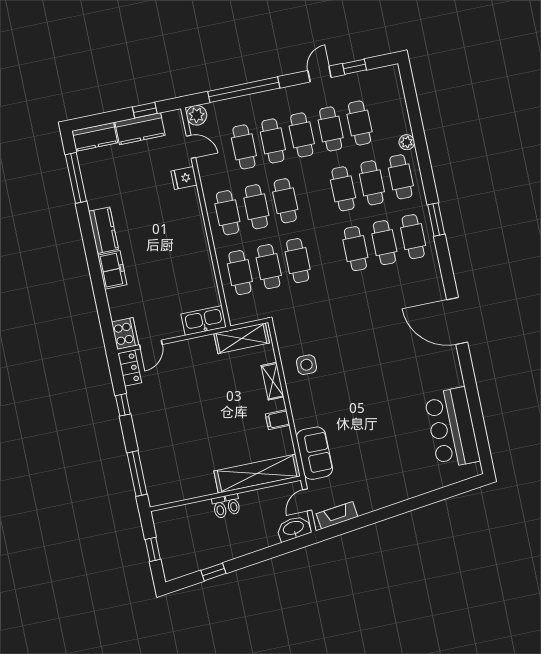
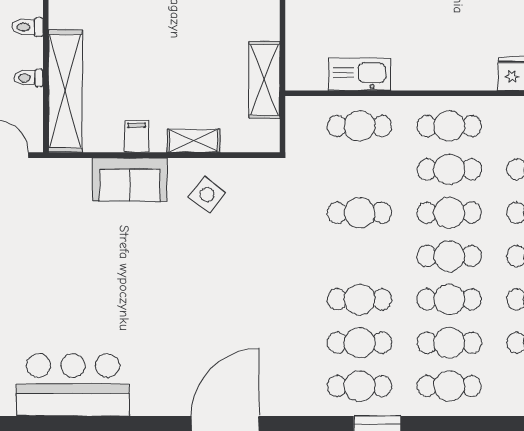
plant: (407, 142) -> (497, 405), removed
cafe table: (269, 267) -> (449, 256), moved
kitchen sink: (204, 320) -> (360, 74), moved, turned -90
shelving: (242, 338) -> (264, 80), moved
side table: (307, 365) -> (207, 194), turned 38
sofa: (314, 453) -> (130, 179), moved
toilet: (233, 504) -> (28, 78), moved

